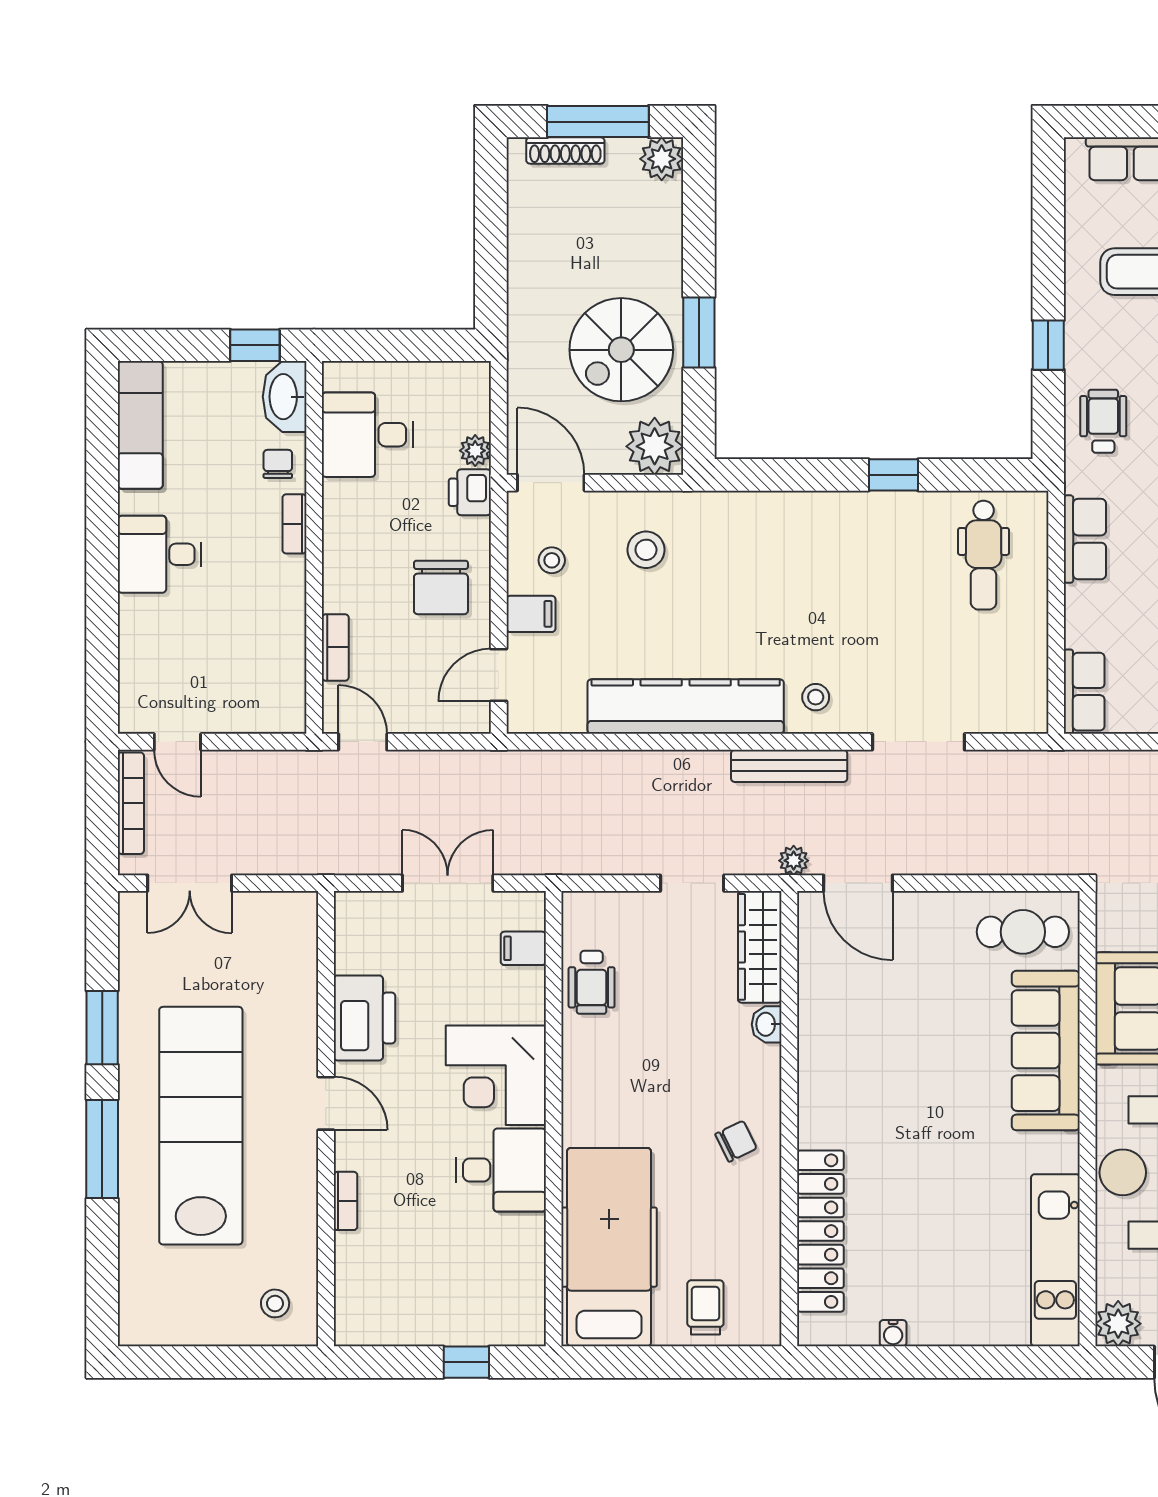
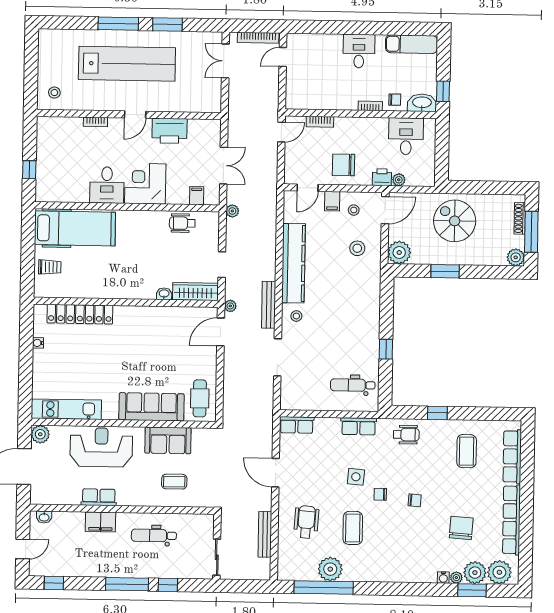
spiral stairs: (621, 350) -> (455, 221), moved
door: (499, 675) -> (308, 188), swing flipped
plant: (559, 859) -> (232, 211), added
chair: (736, 1141) -> (117, 281), removed

